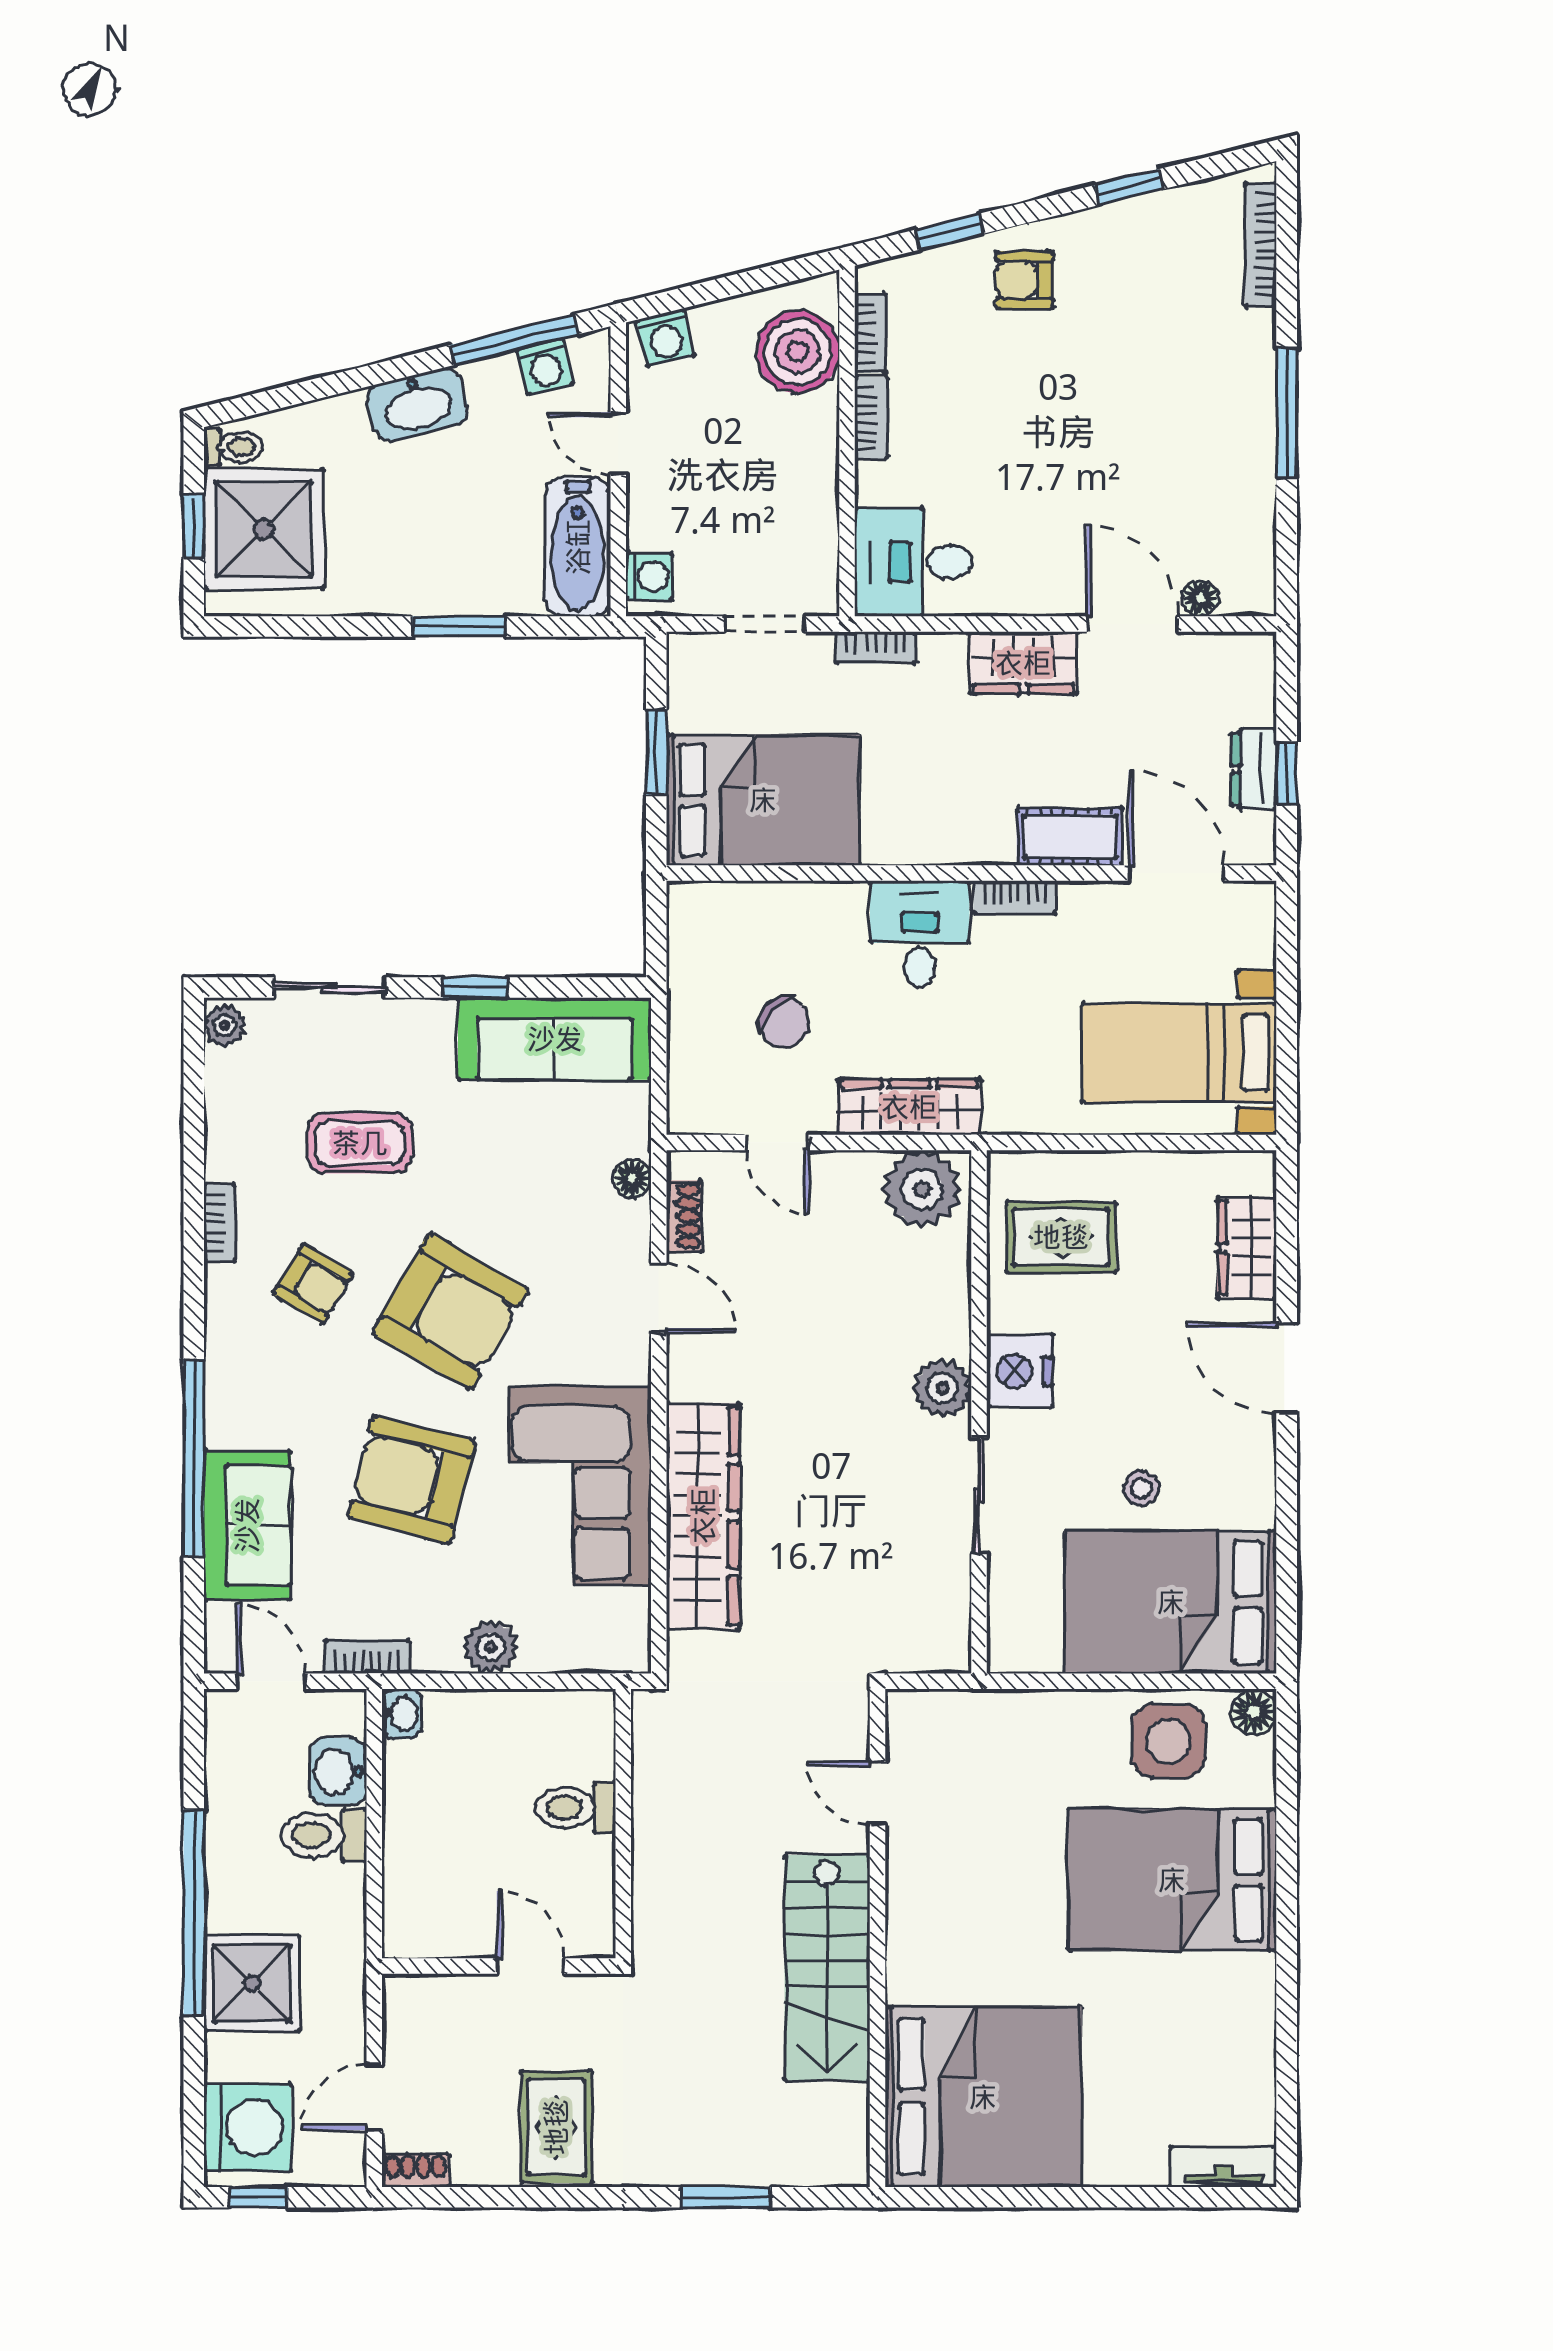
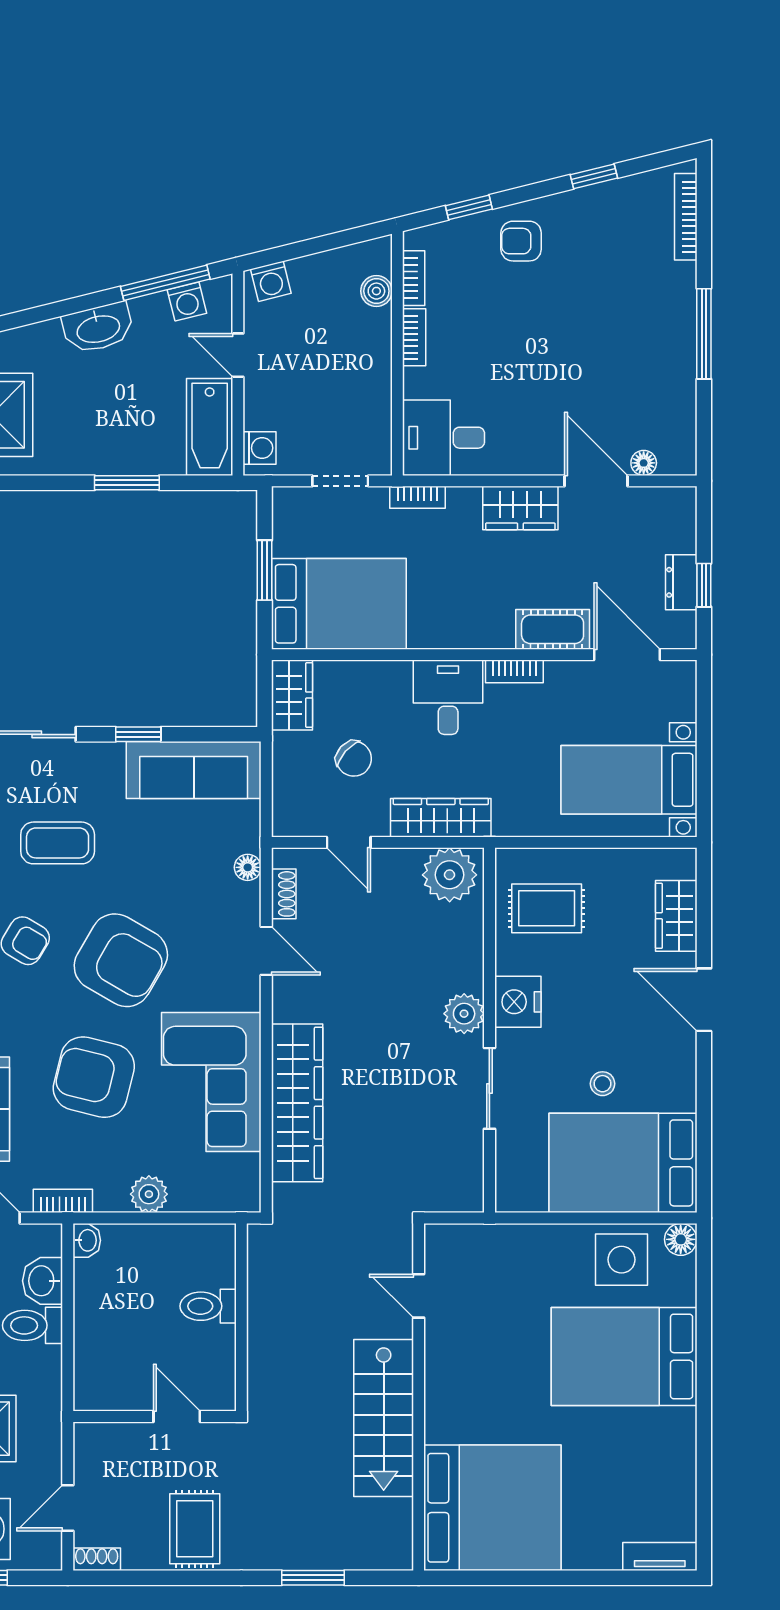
boiler: (798, 352) -> (376, 291), width x0.54, depth x0.54
wardrobe: (696, 931) -> (292, 695), added

